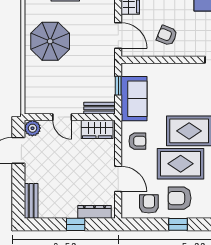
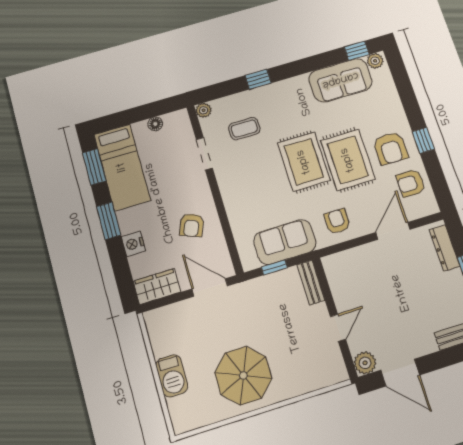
door: (118, 36) -> (210, 287), hinge flipped
wardrobe: (97, 129) -> (339, 277), removed

